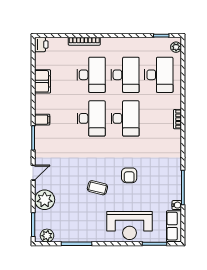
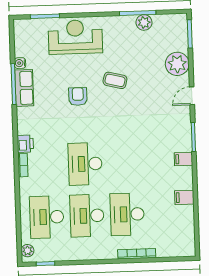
printer: (41, 45) -> (25, 144), moved, turned 180
filing cabinet: (43, 81) -> (184, 197), width x0.50
desk: (91, 118) -> (125, 162), removed
row of seats: (174, 226) -> (24, 88), moved
plant: (47, 236) -> (144, 22), moved

